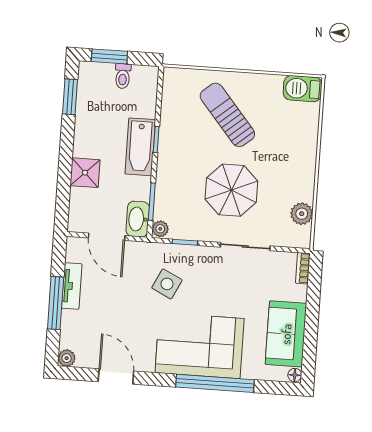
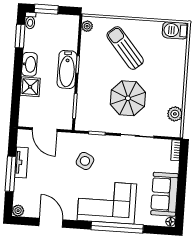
toilet: (123, 76) -> (30, 20), moved
washbasin: (138, 219) -> (29, 64), moved, turned 180
plant: (160, 229) -> (87, 26), moved

